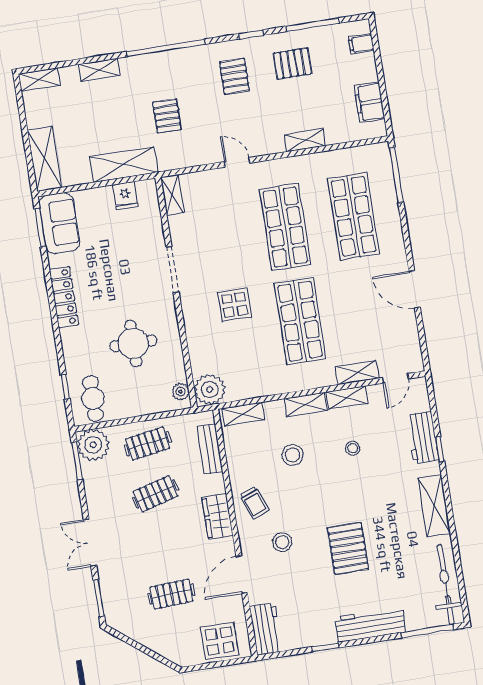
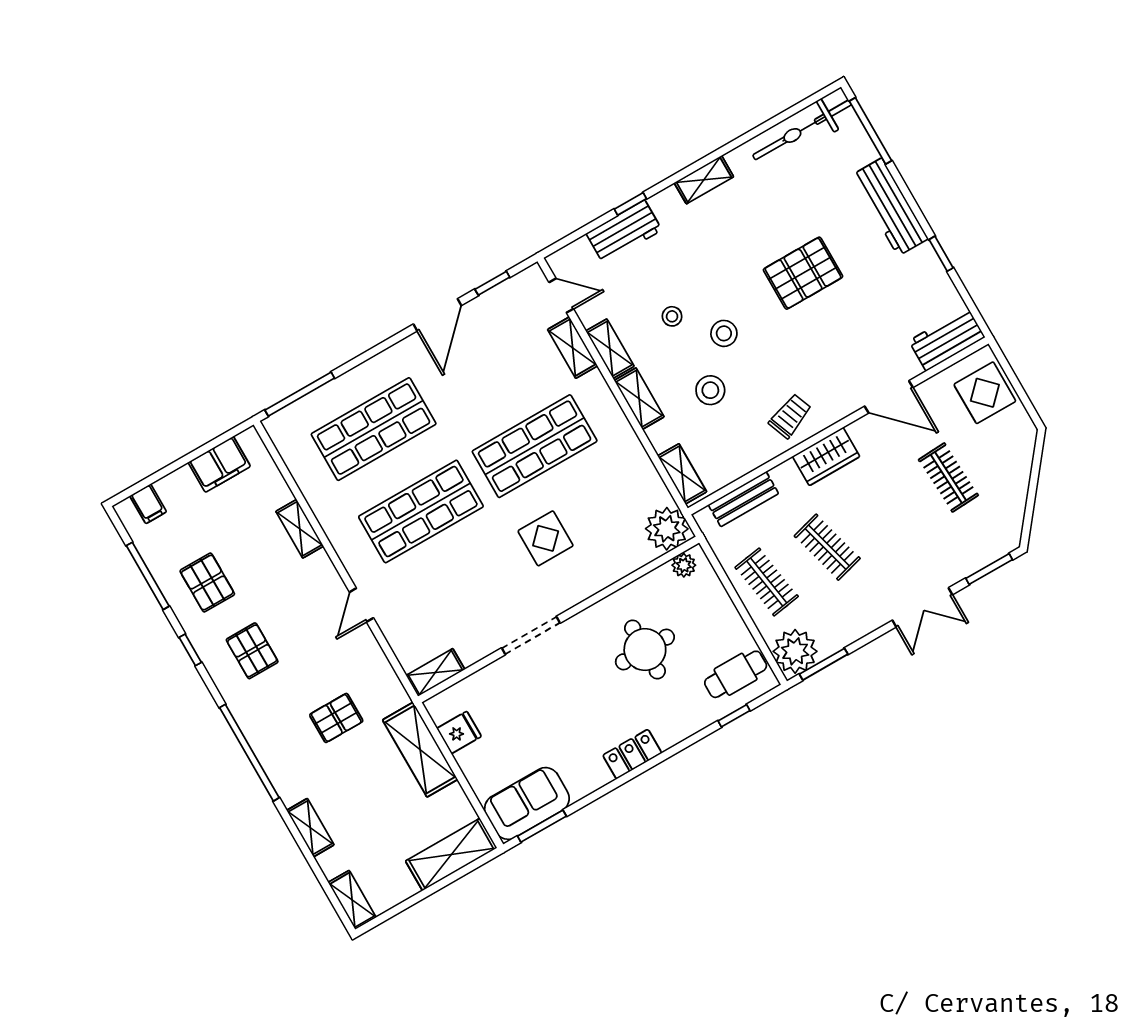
pallet: (234, 76) -> (252, 651), turned 90
locker: (64, 297) -> (632, 754), width x0.66
window: (422, 335) -> (492, 283), added
shelving: (434, 506) -> (704, 180), width x0.67, depth x0.75
stool: (282, 542) -> (724, 333), moved

